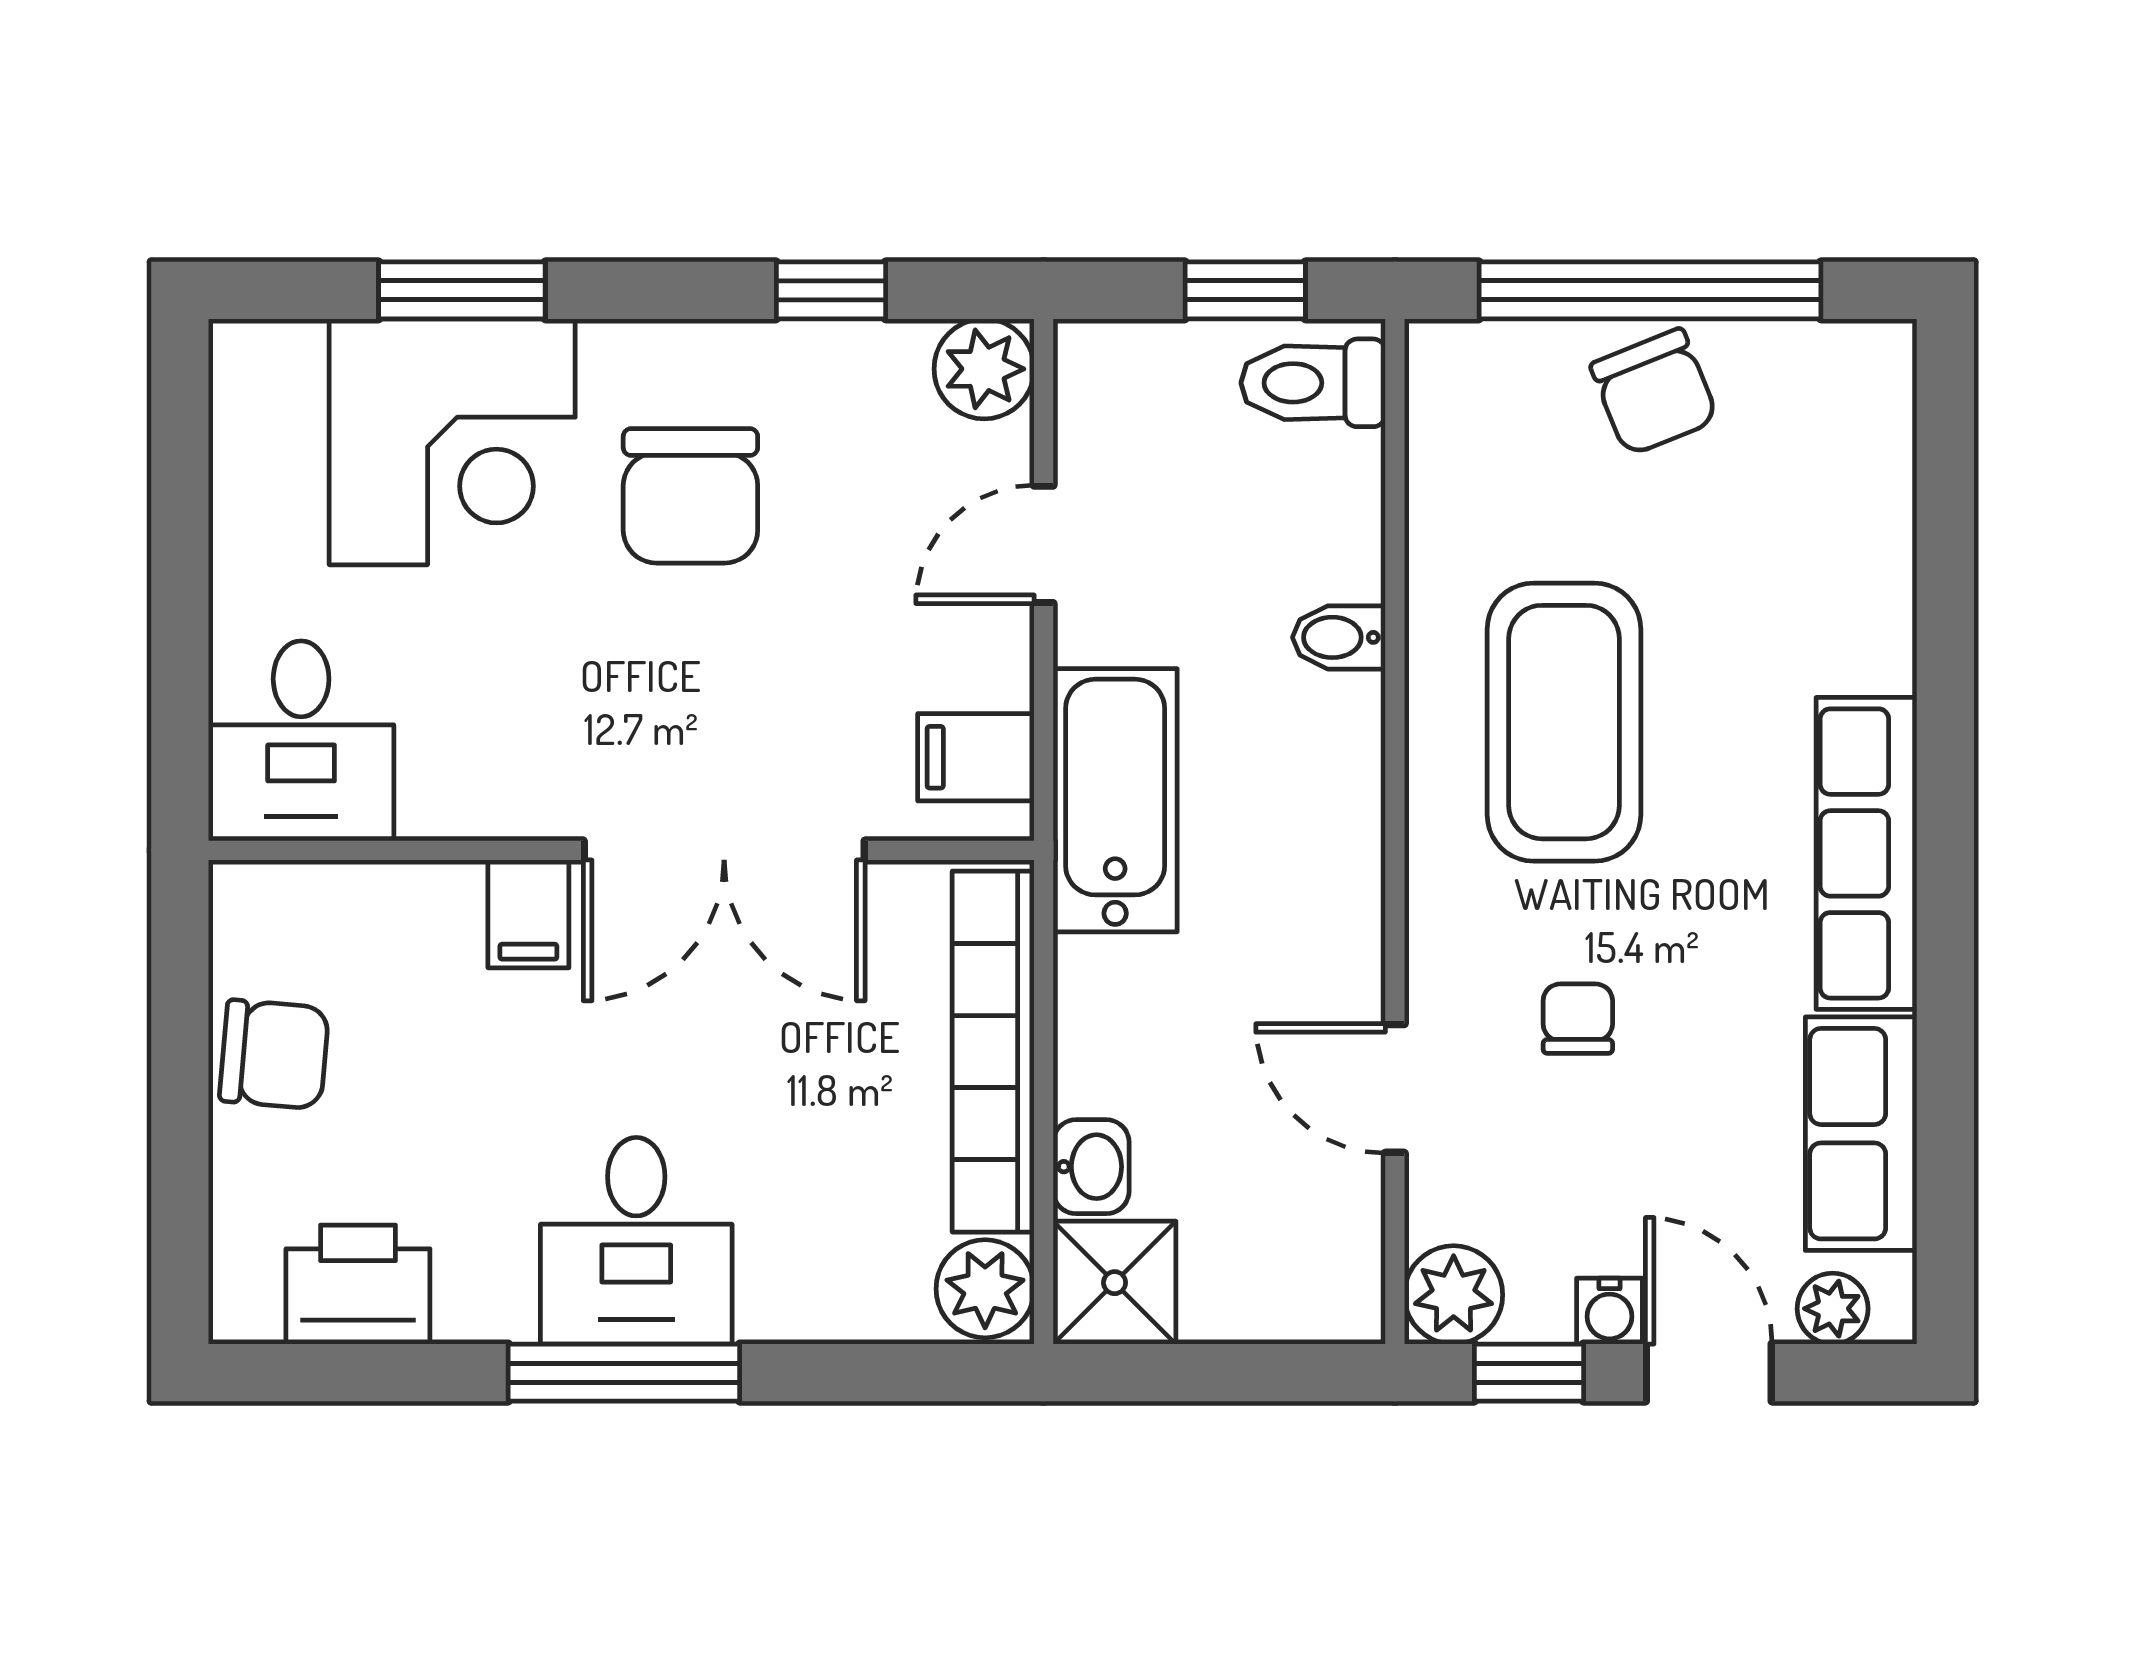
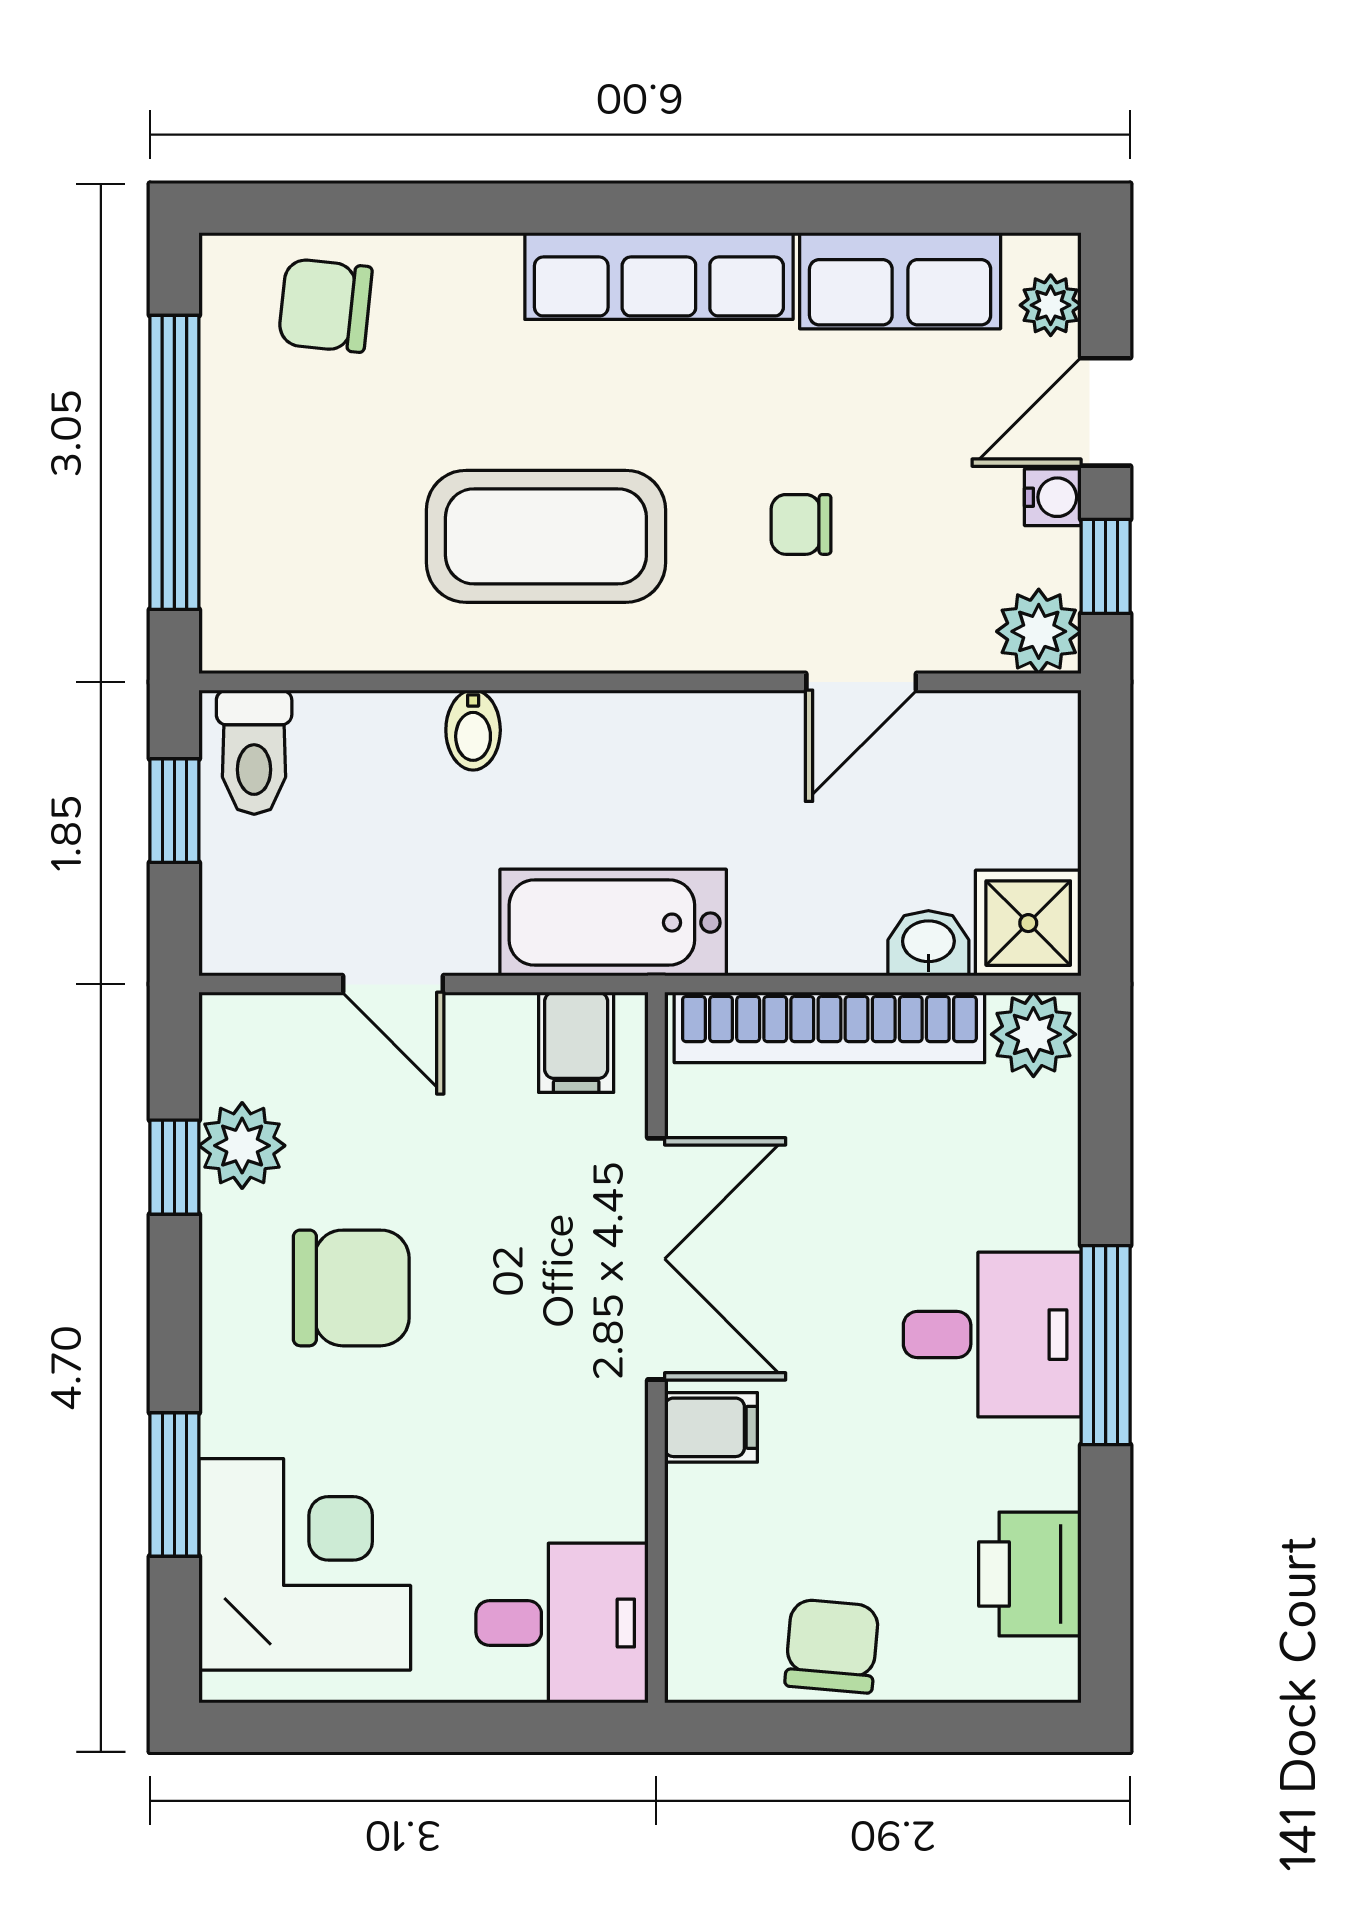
plant: (984, 369) -> (242, 1146), moved
chair: (1654, 392) -> (325, 305), moved, turned -152
corner desk: (452, 442) -> (305, 1564), moved

